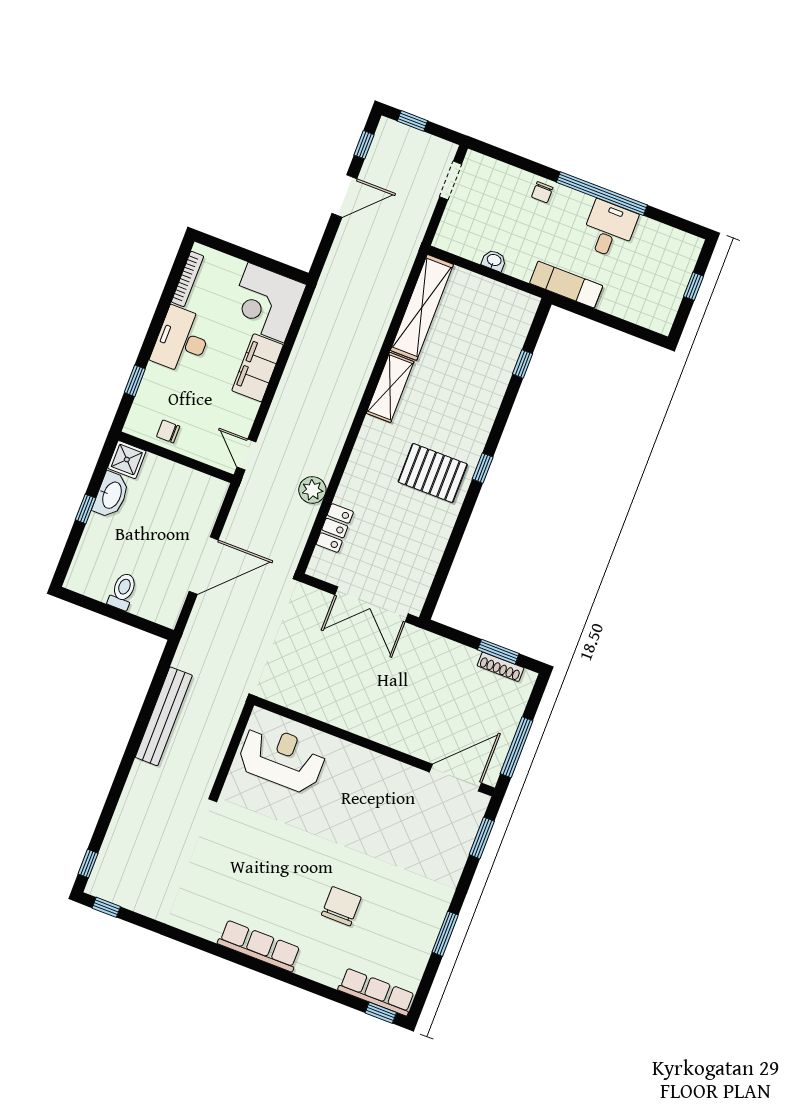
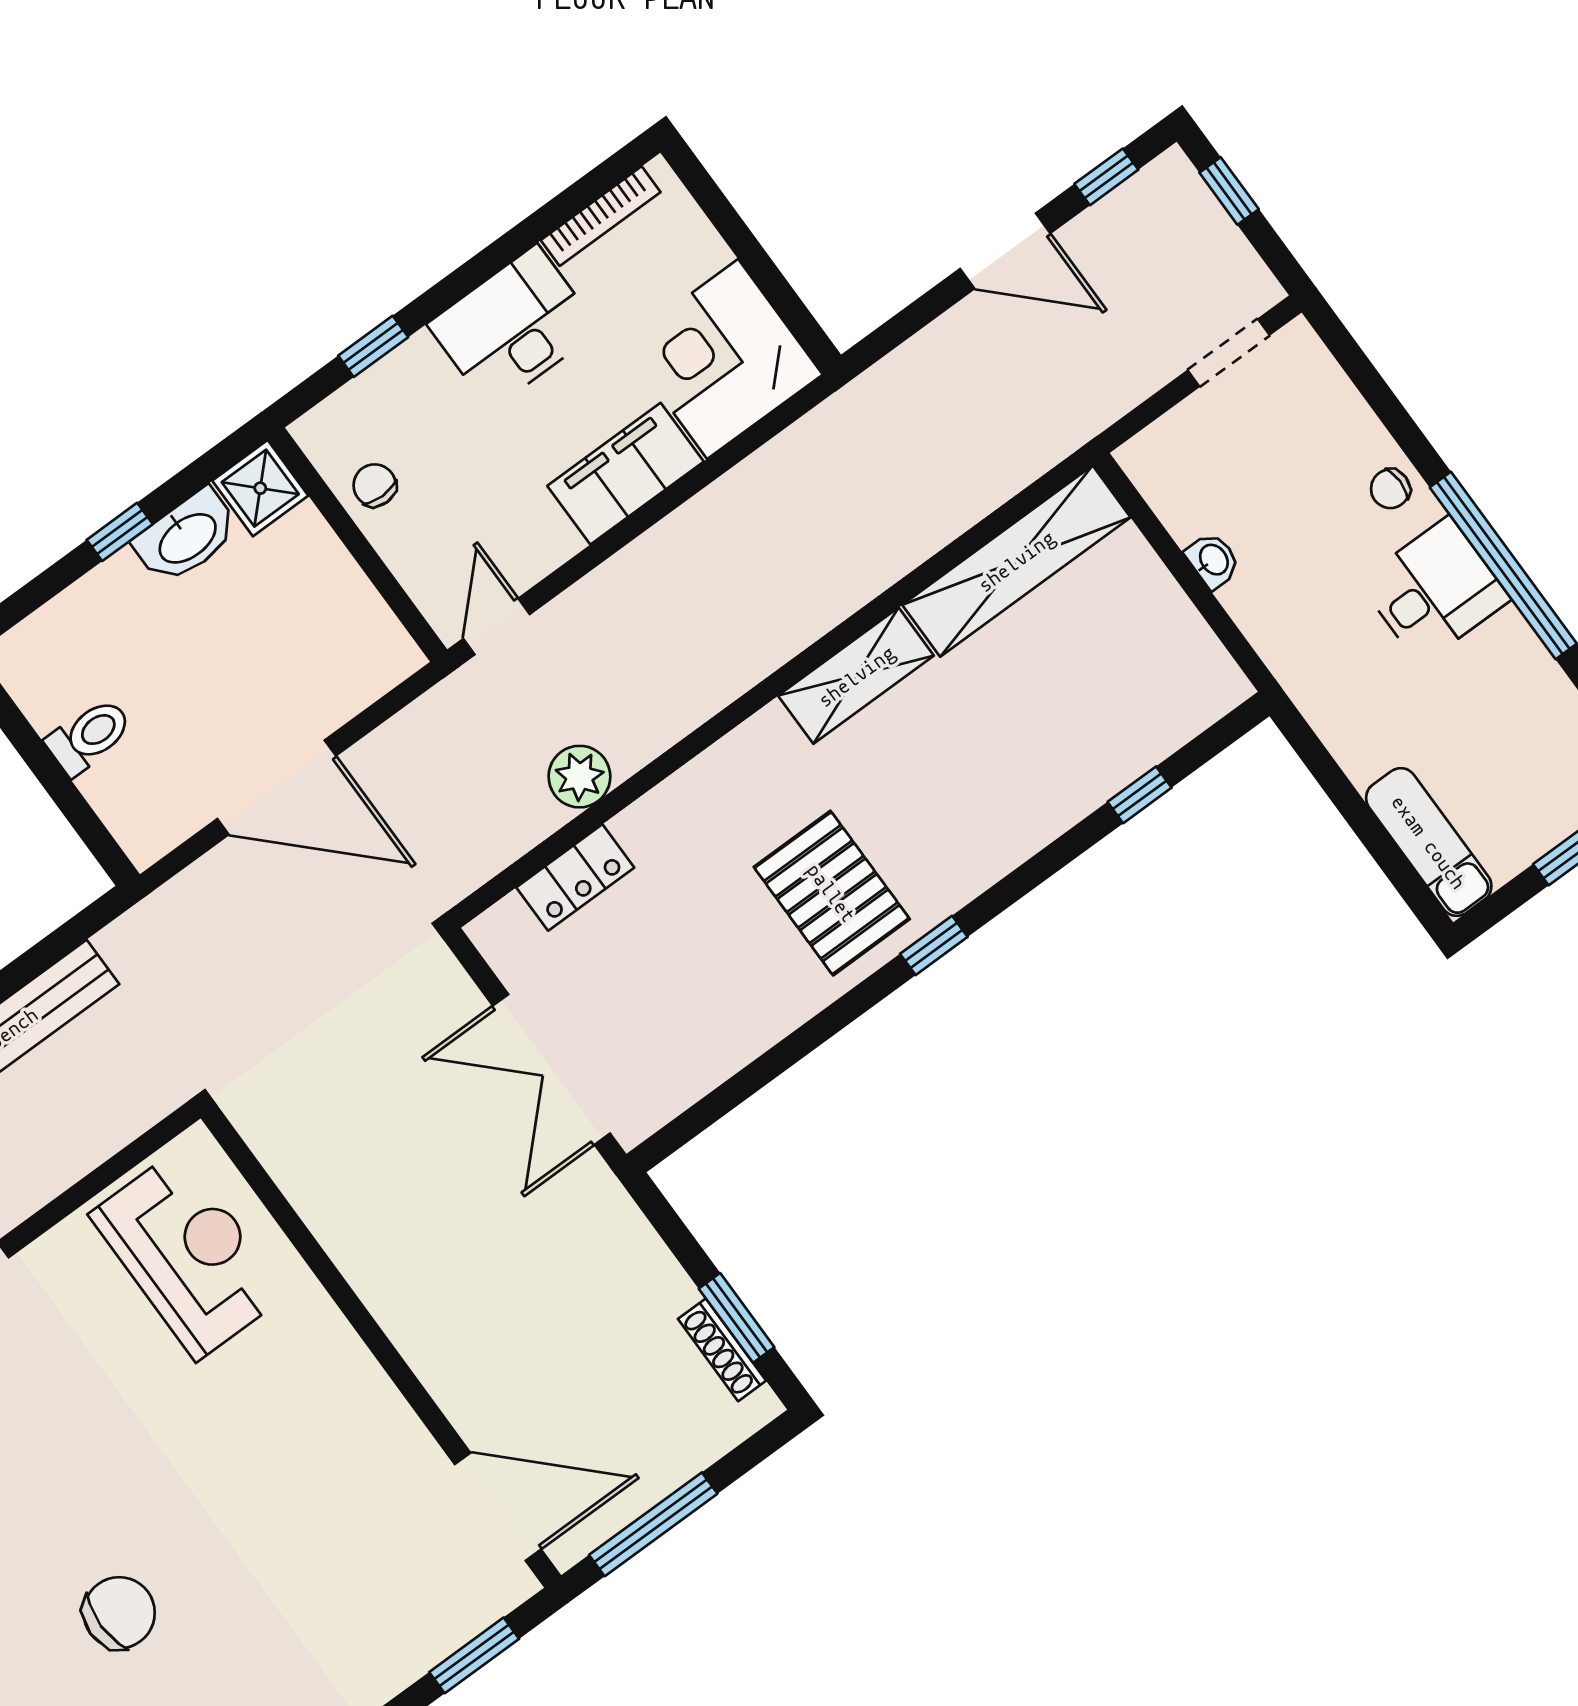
desk: (609, 229) -> (1434, 591), moved
exam couch: (566, 285) -> (1429, 842), moved

